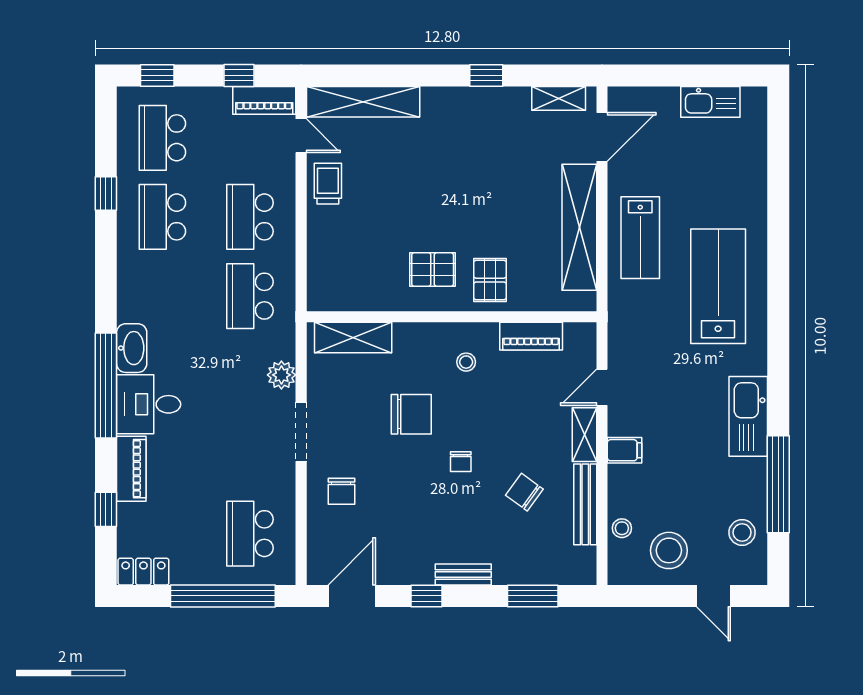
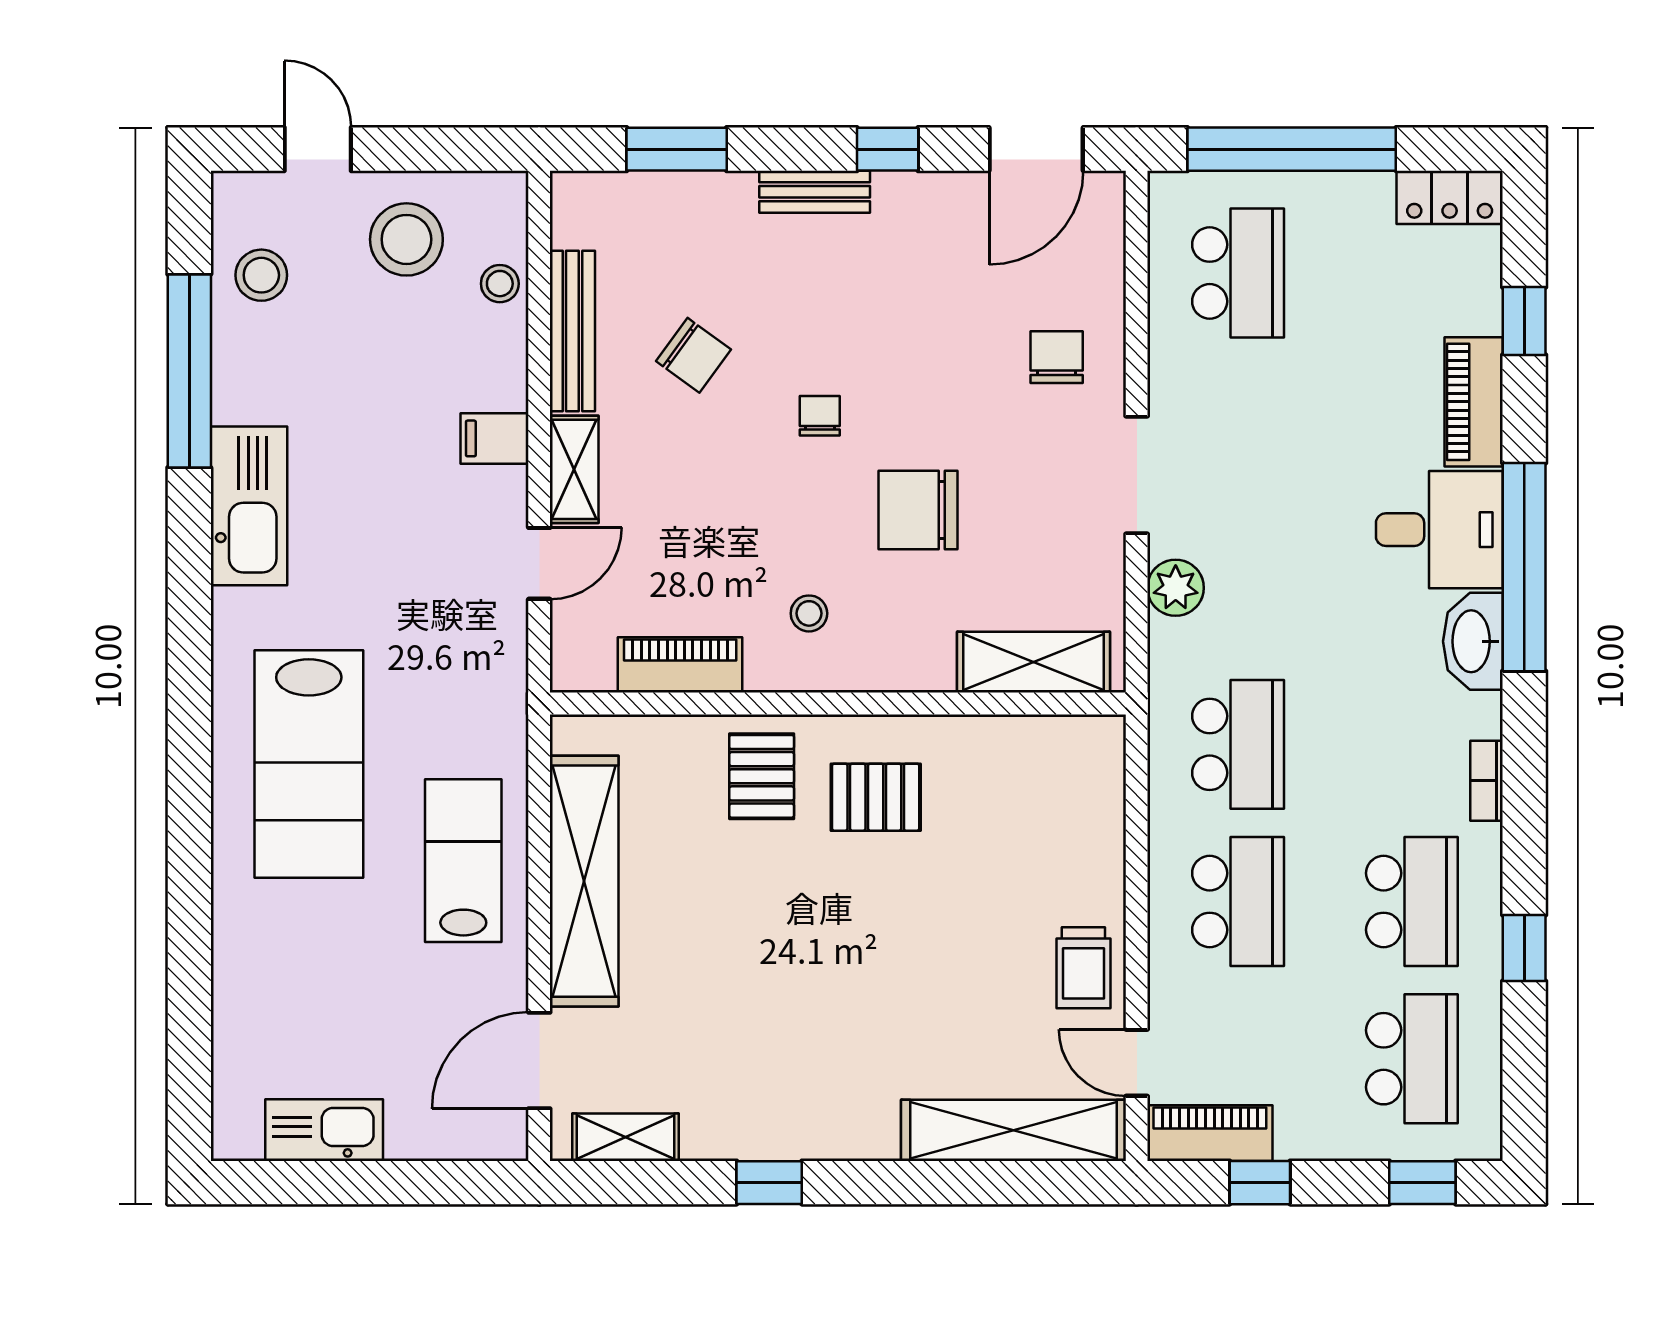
bookcase: (125, 278) -> (1487, 781), added

